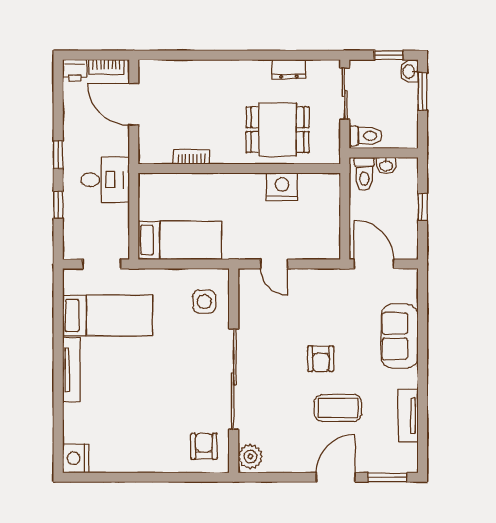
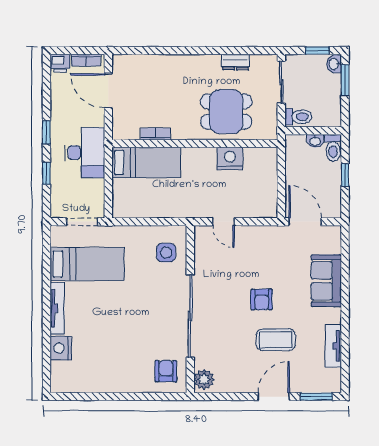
toilet: (364, 174) -> (333, 148), moved
desk: (105, 180) -> (85, 153), width x1.37
bed: (180, 240) -> (146, 162), moved
nightstand: (76, 458) -> (61, 348), moved

